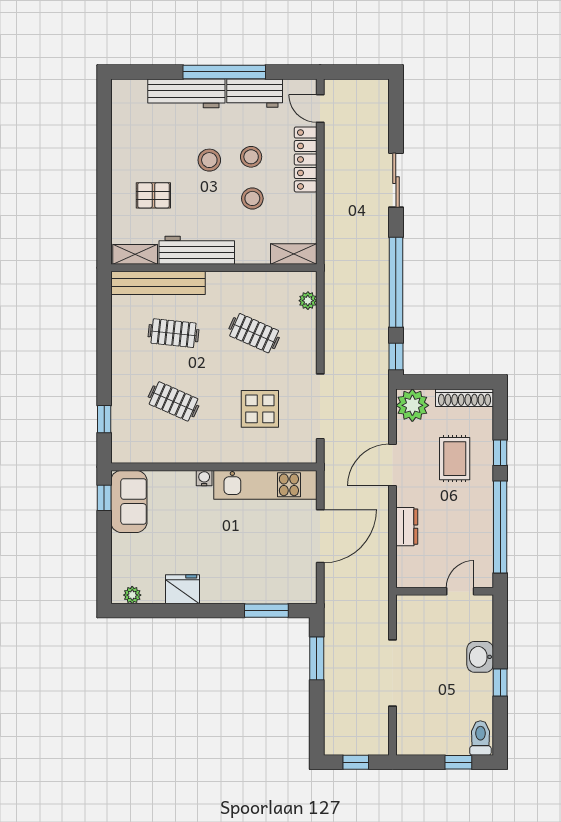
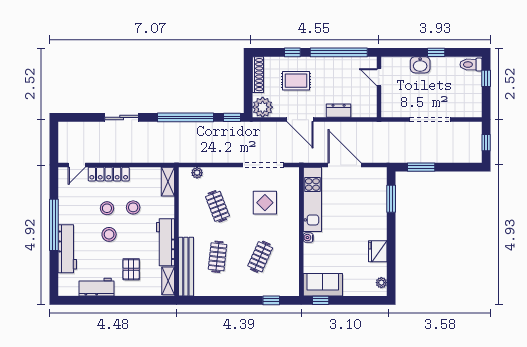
workbench: (255, 93) -> (96, 287), moved, turned -90
clothes rail: (254, 333) -> (217, 206), turned -45

